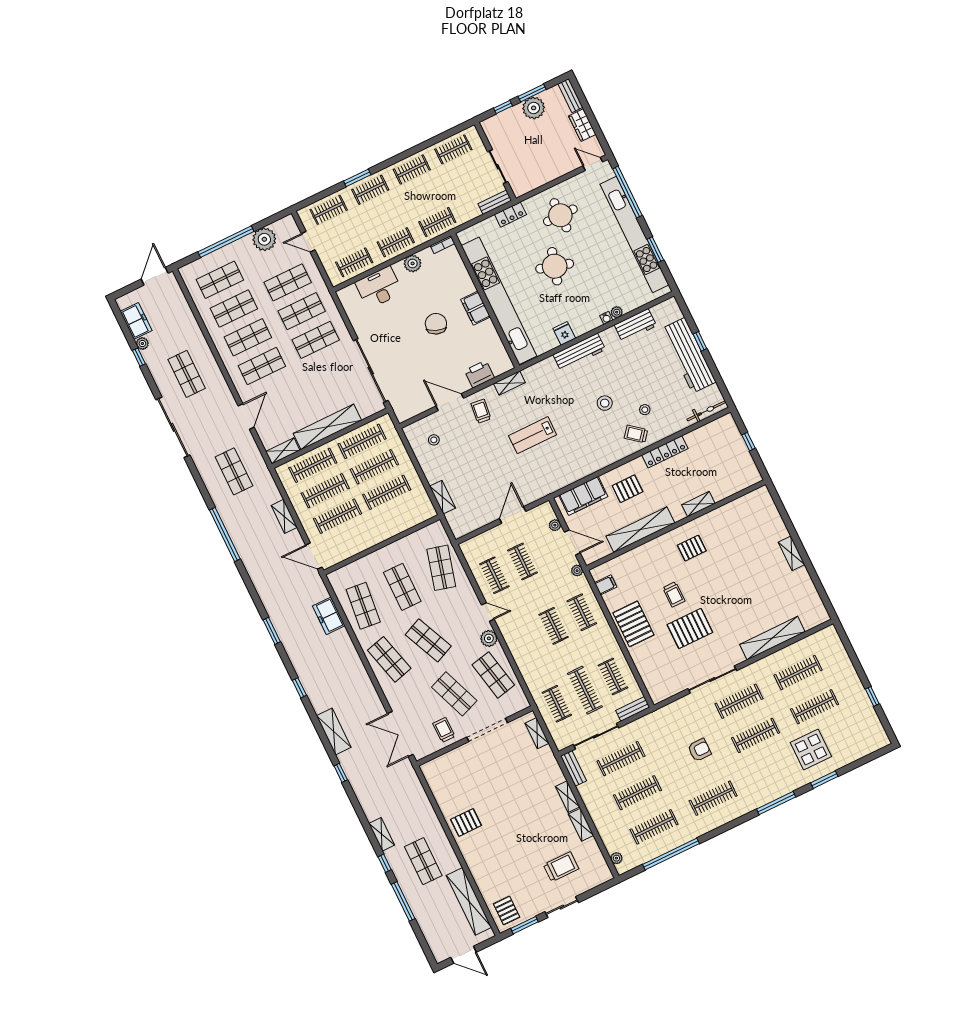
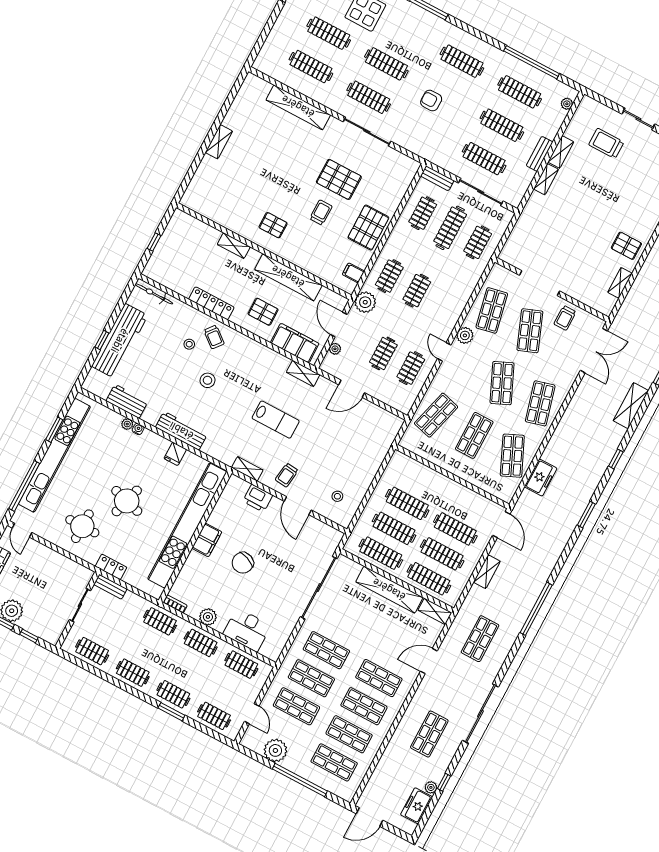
shelving: (442, 497) -> (303, 373), moved, turned 90
plant: (577, 571) -> (365, 302), width x1.87, depth x1.87
shop shelf: (363, 606) -> (512, 456), turned -30
shelving: (537, 733) -> (620, 283), moved
bench: (574, 768) -> (540, 154), moved

